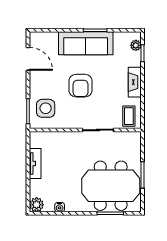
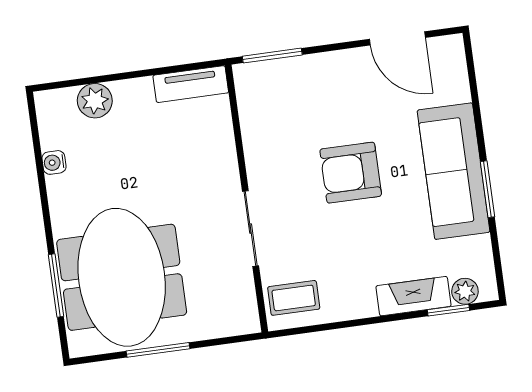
door: (28, 59) -> (397, 38), hinge flipped
fireplace: (135, 82) -> (413, 296), moved
side table: (46, 108) -> (285, 97), removed
tv unit: (35, 163) -> (191, 84), moved
plant: (37, 205) -> (95, 101), moved

